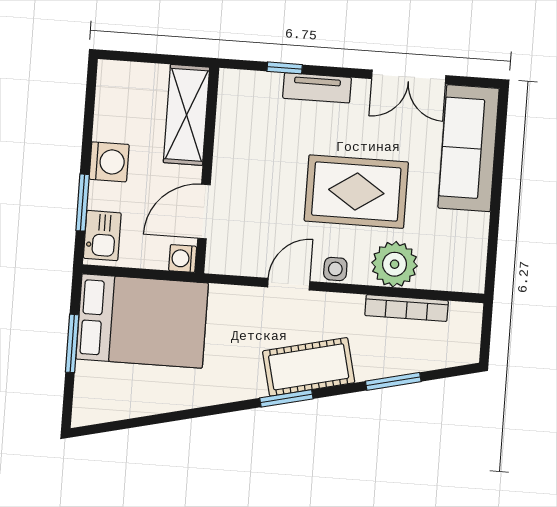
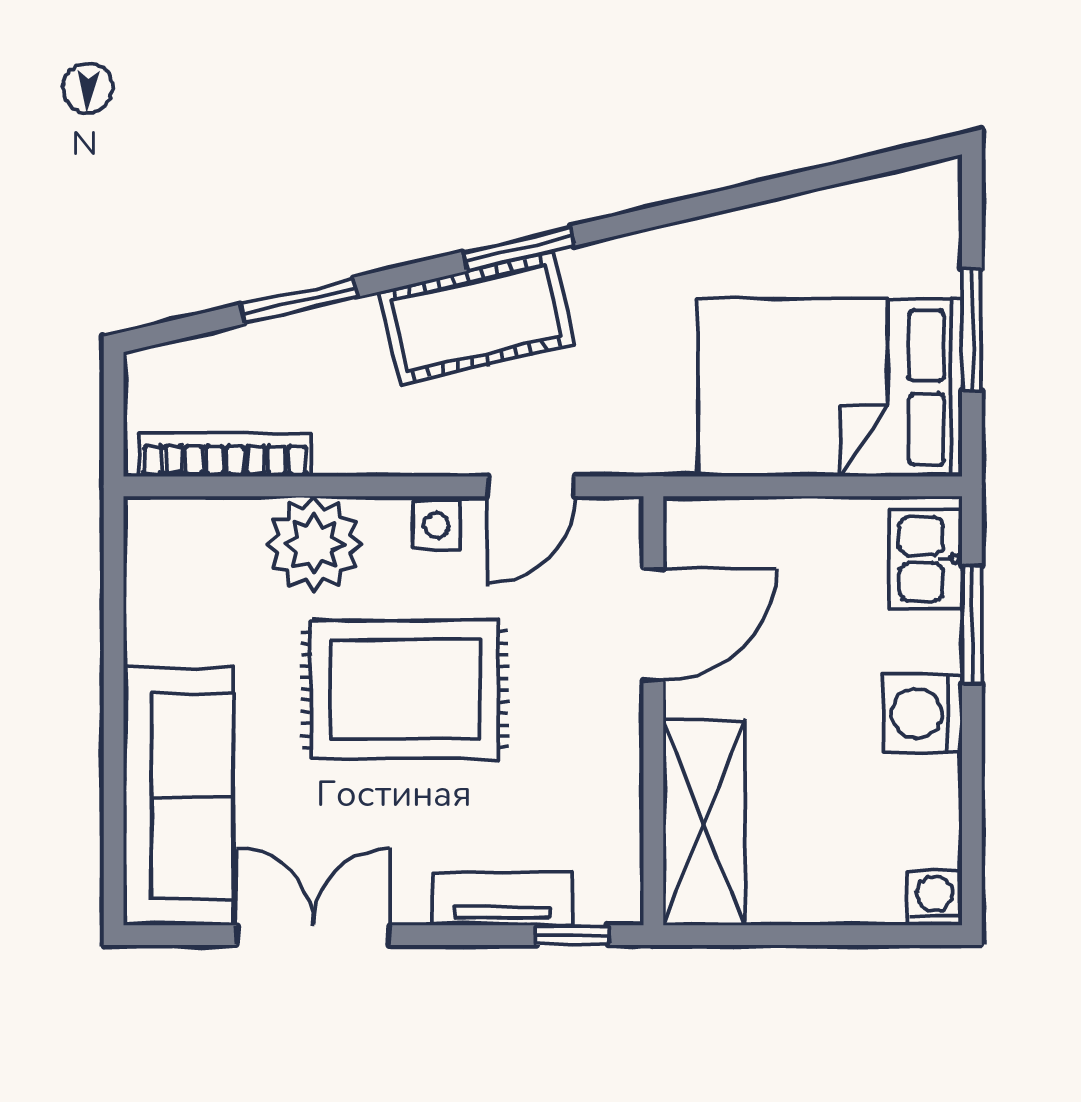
shelving: (187, 115) -> (704, 823), moved
wall: (207, 170) -> (653, 711), moved
door: (204, 212) -> (653, 625), moved
washing machine: (183, 258) -> (935, 898), moved, turned -90
bookcase: (407, 308) -> (225, 455), moved

